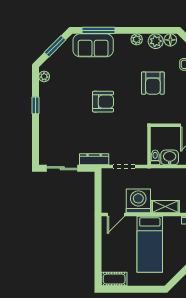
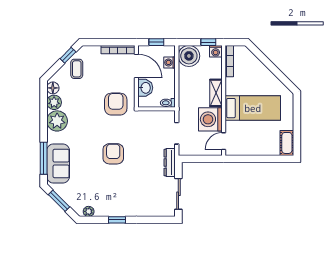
plant: (137, 39) -> (57, 121), width x1.87, depth x1.87
armchair: (153, 83) -> (116, 104), moved, turned -90
washbasin: (170, 157) -> (145, 88), moved, turned 180
door: (116, 214) -> (224, 141), swing flipped

